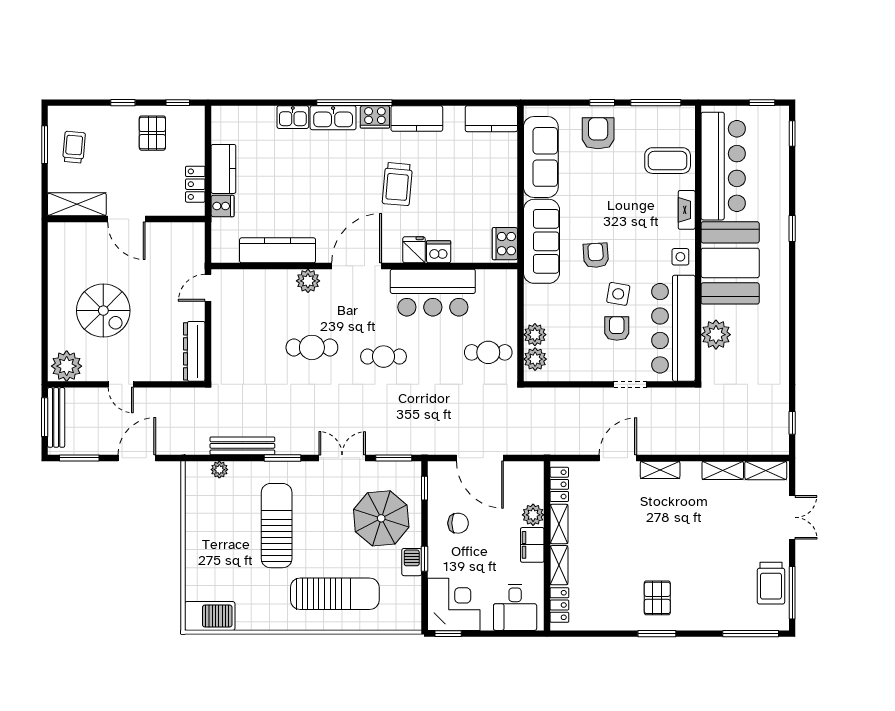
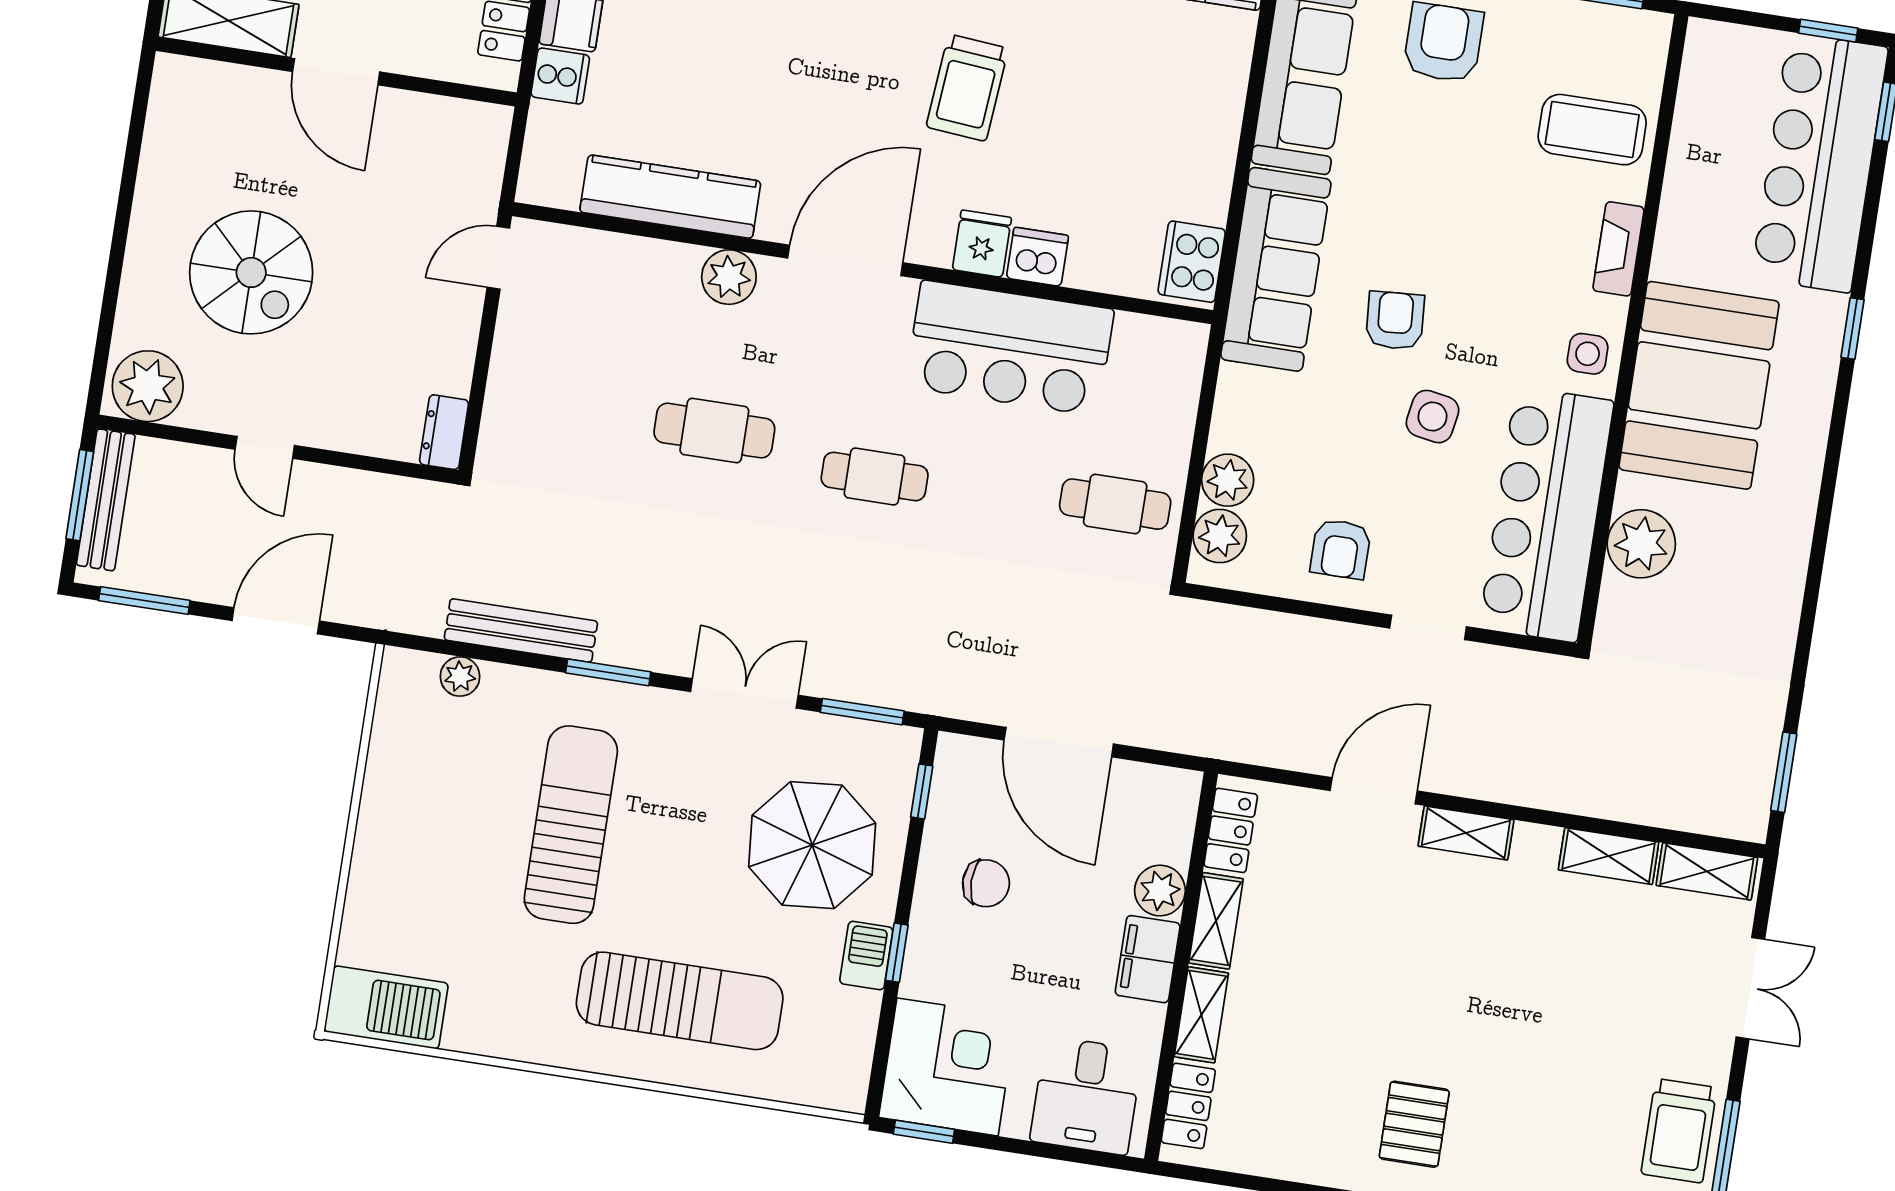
bar counter: (723, 166) -> (1820, 163), moved, turned 180
armchair: (617, 329) -> (1341, 549), moved, turned 180
dresser: (194, 351) -> (444, 432), width x0.51, depth x0.80
window: (792, 423) -> (1784, 772), width x1.50

